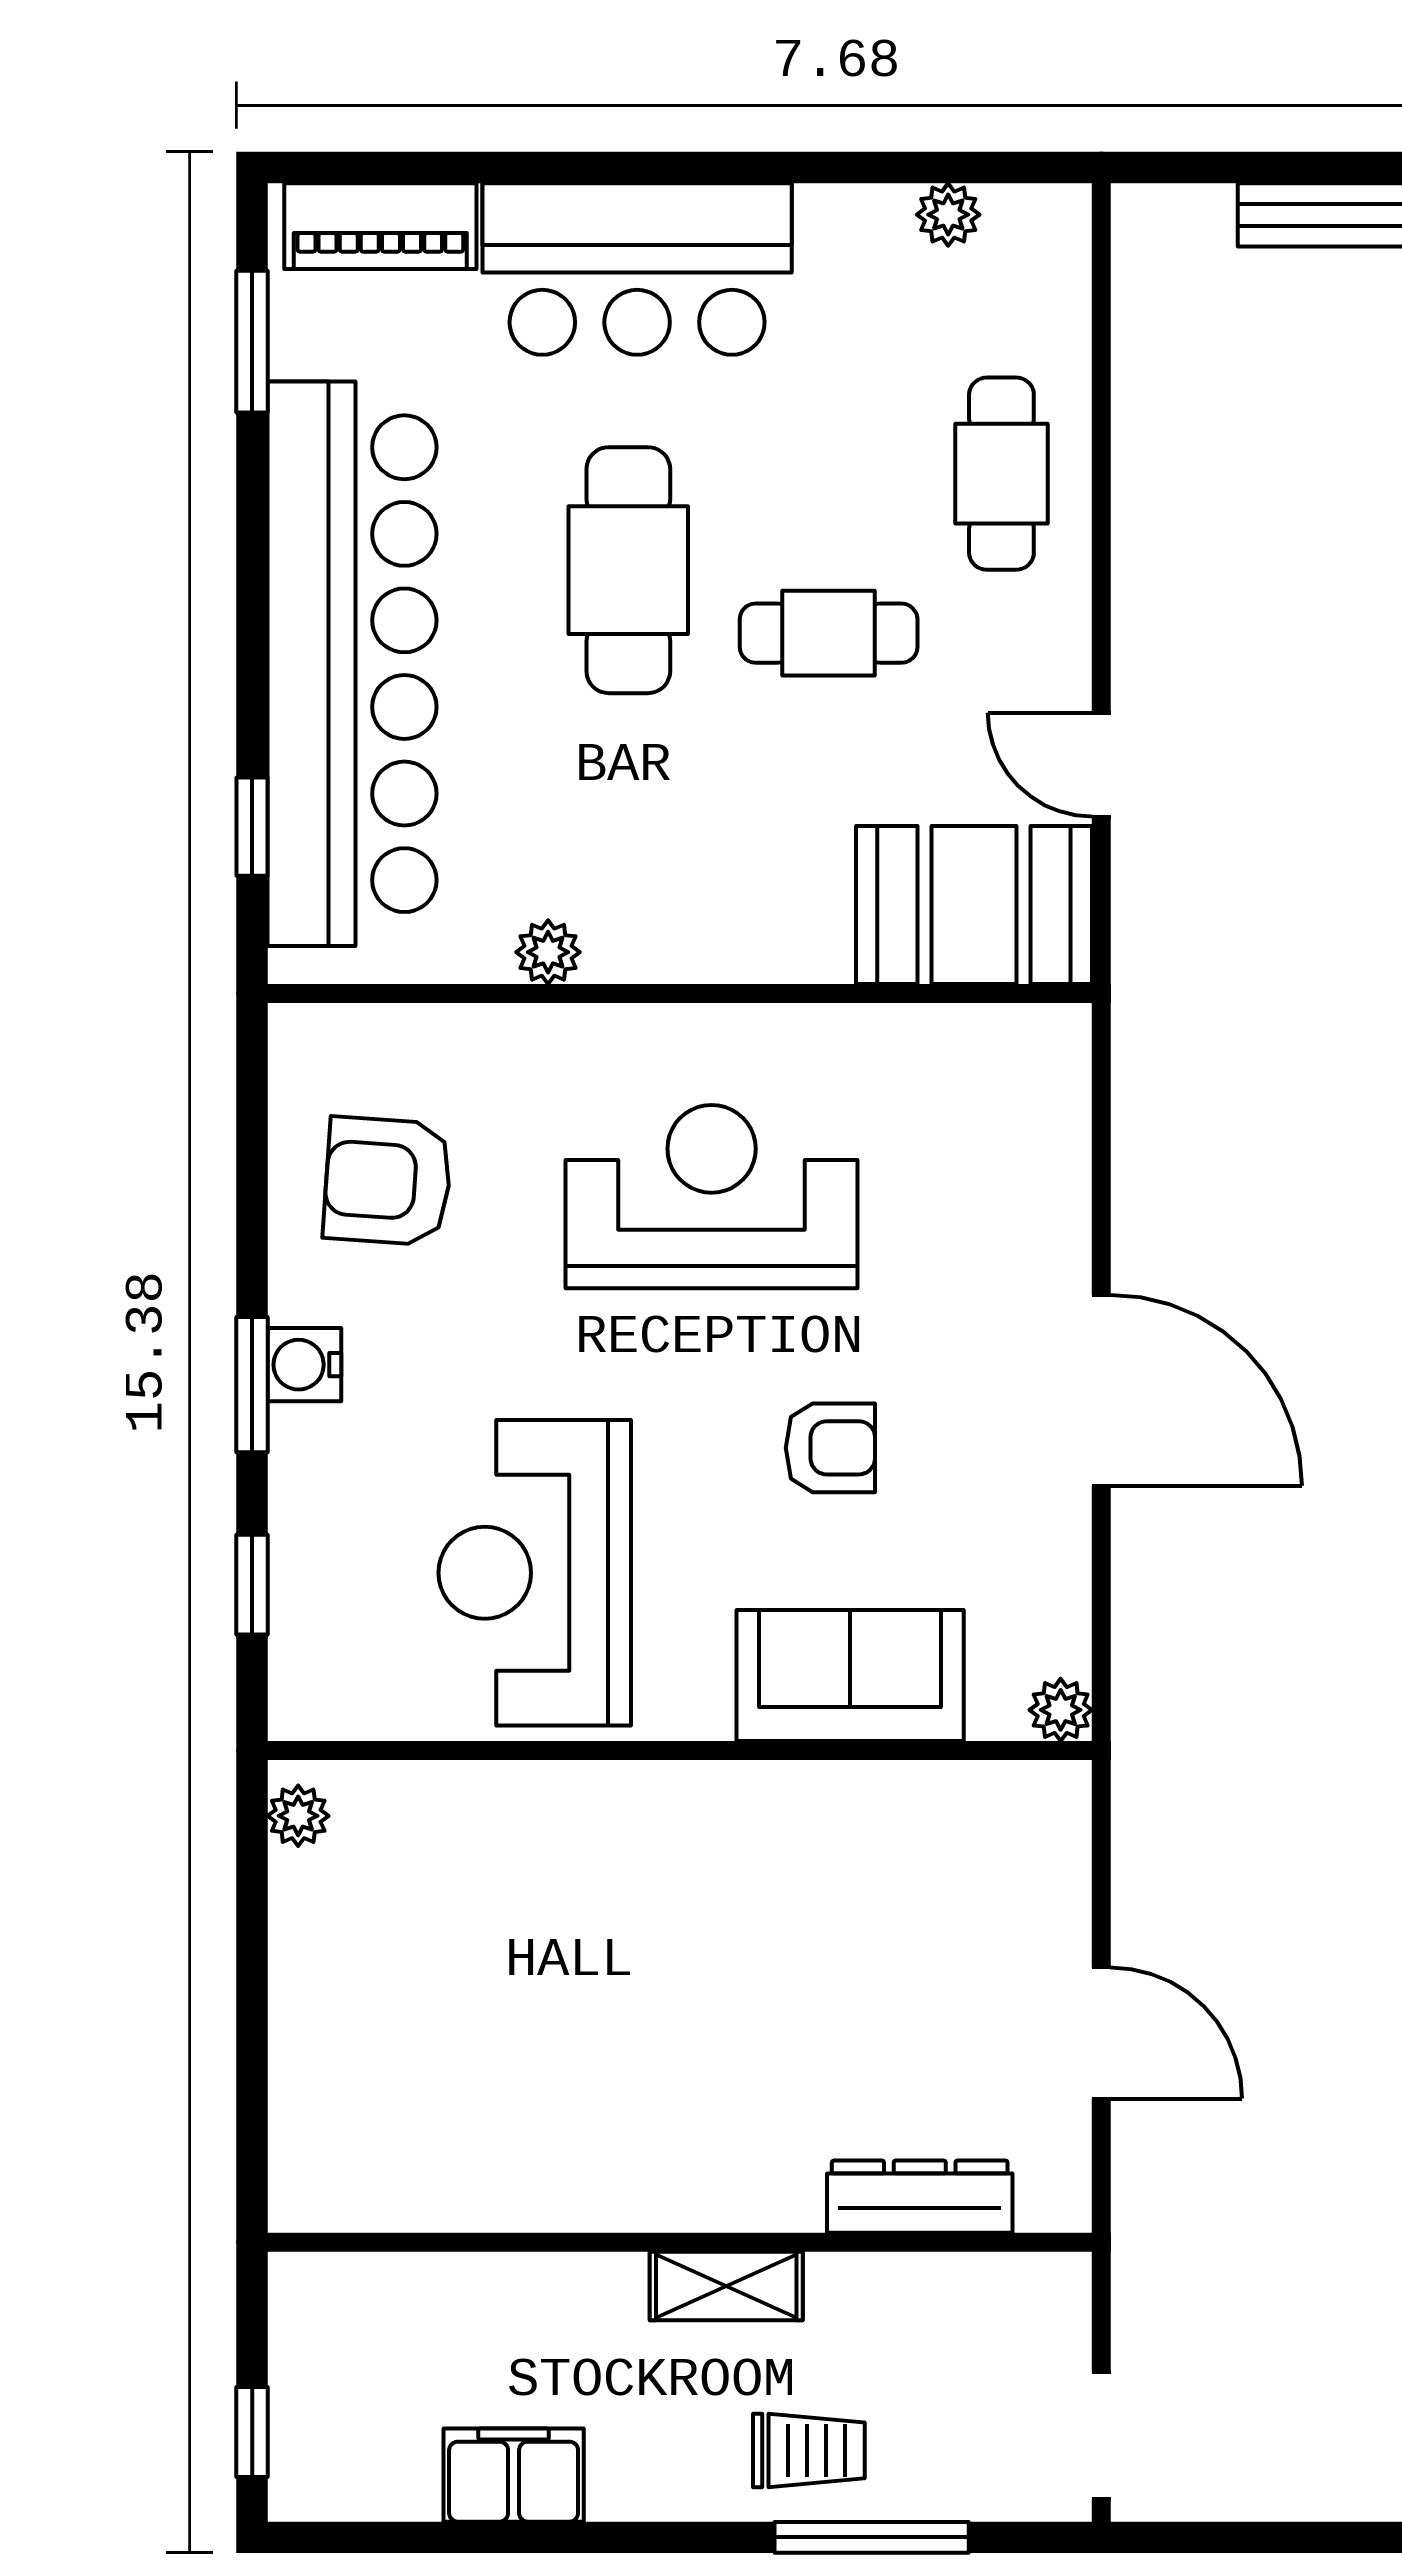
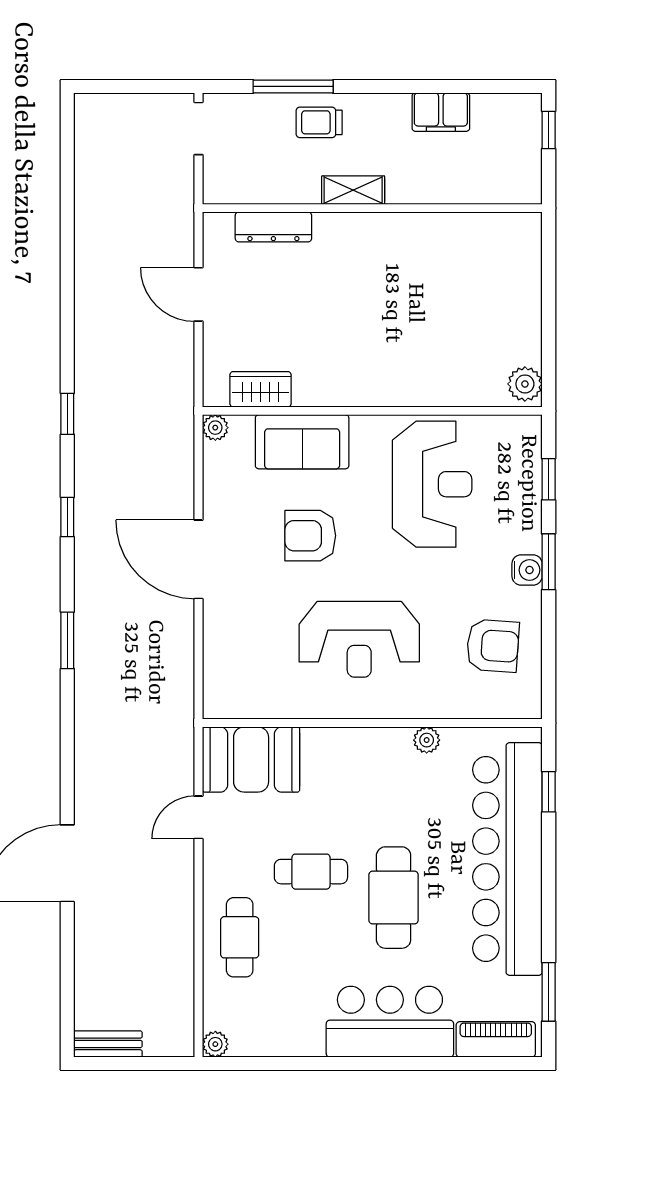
plant: (948, 215) -> (215, 1044), moved
door: (1101, 765) -> (199, 817), swing flipped
armchair: (830, 1448) -> (310, 536), width x1.38, depth x1.38
wardrobe: (951, 1803) -> (260, 389), added
plant: (298, 1816) -> (525, 384), width x1.38, depth x1.38

